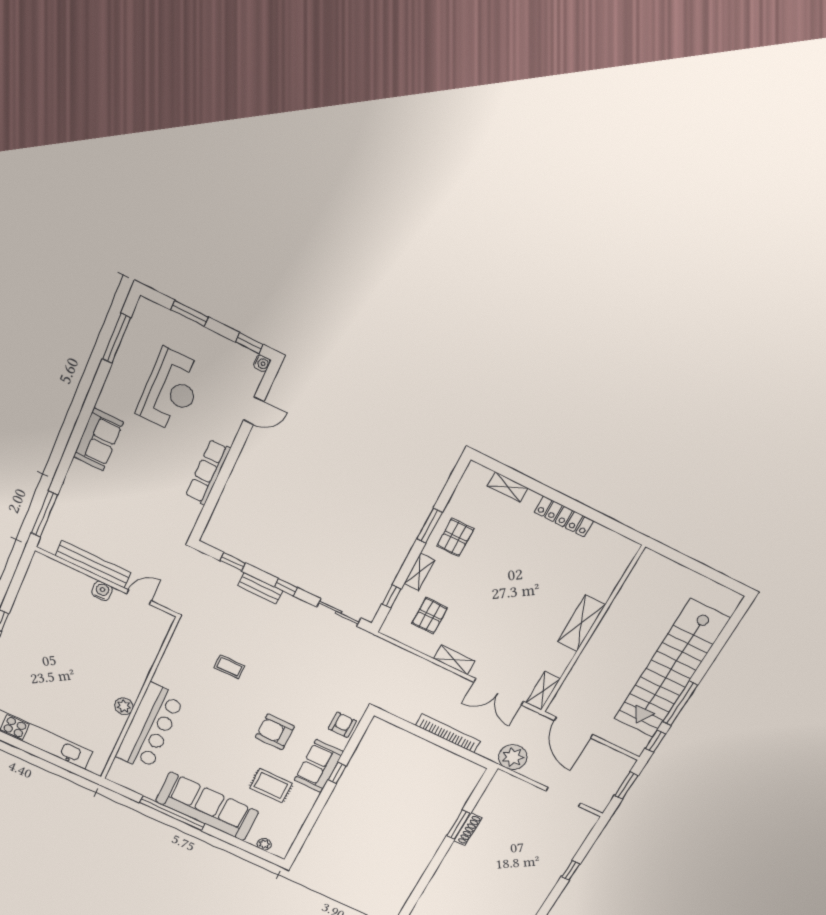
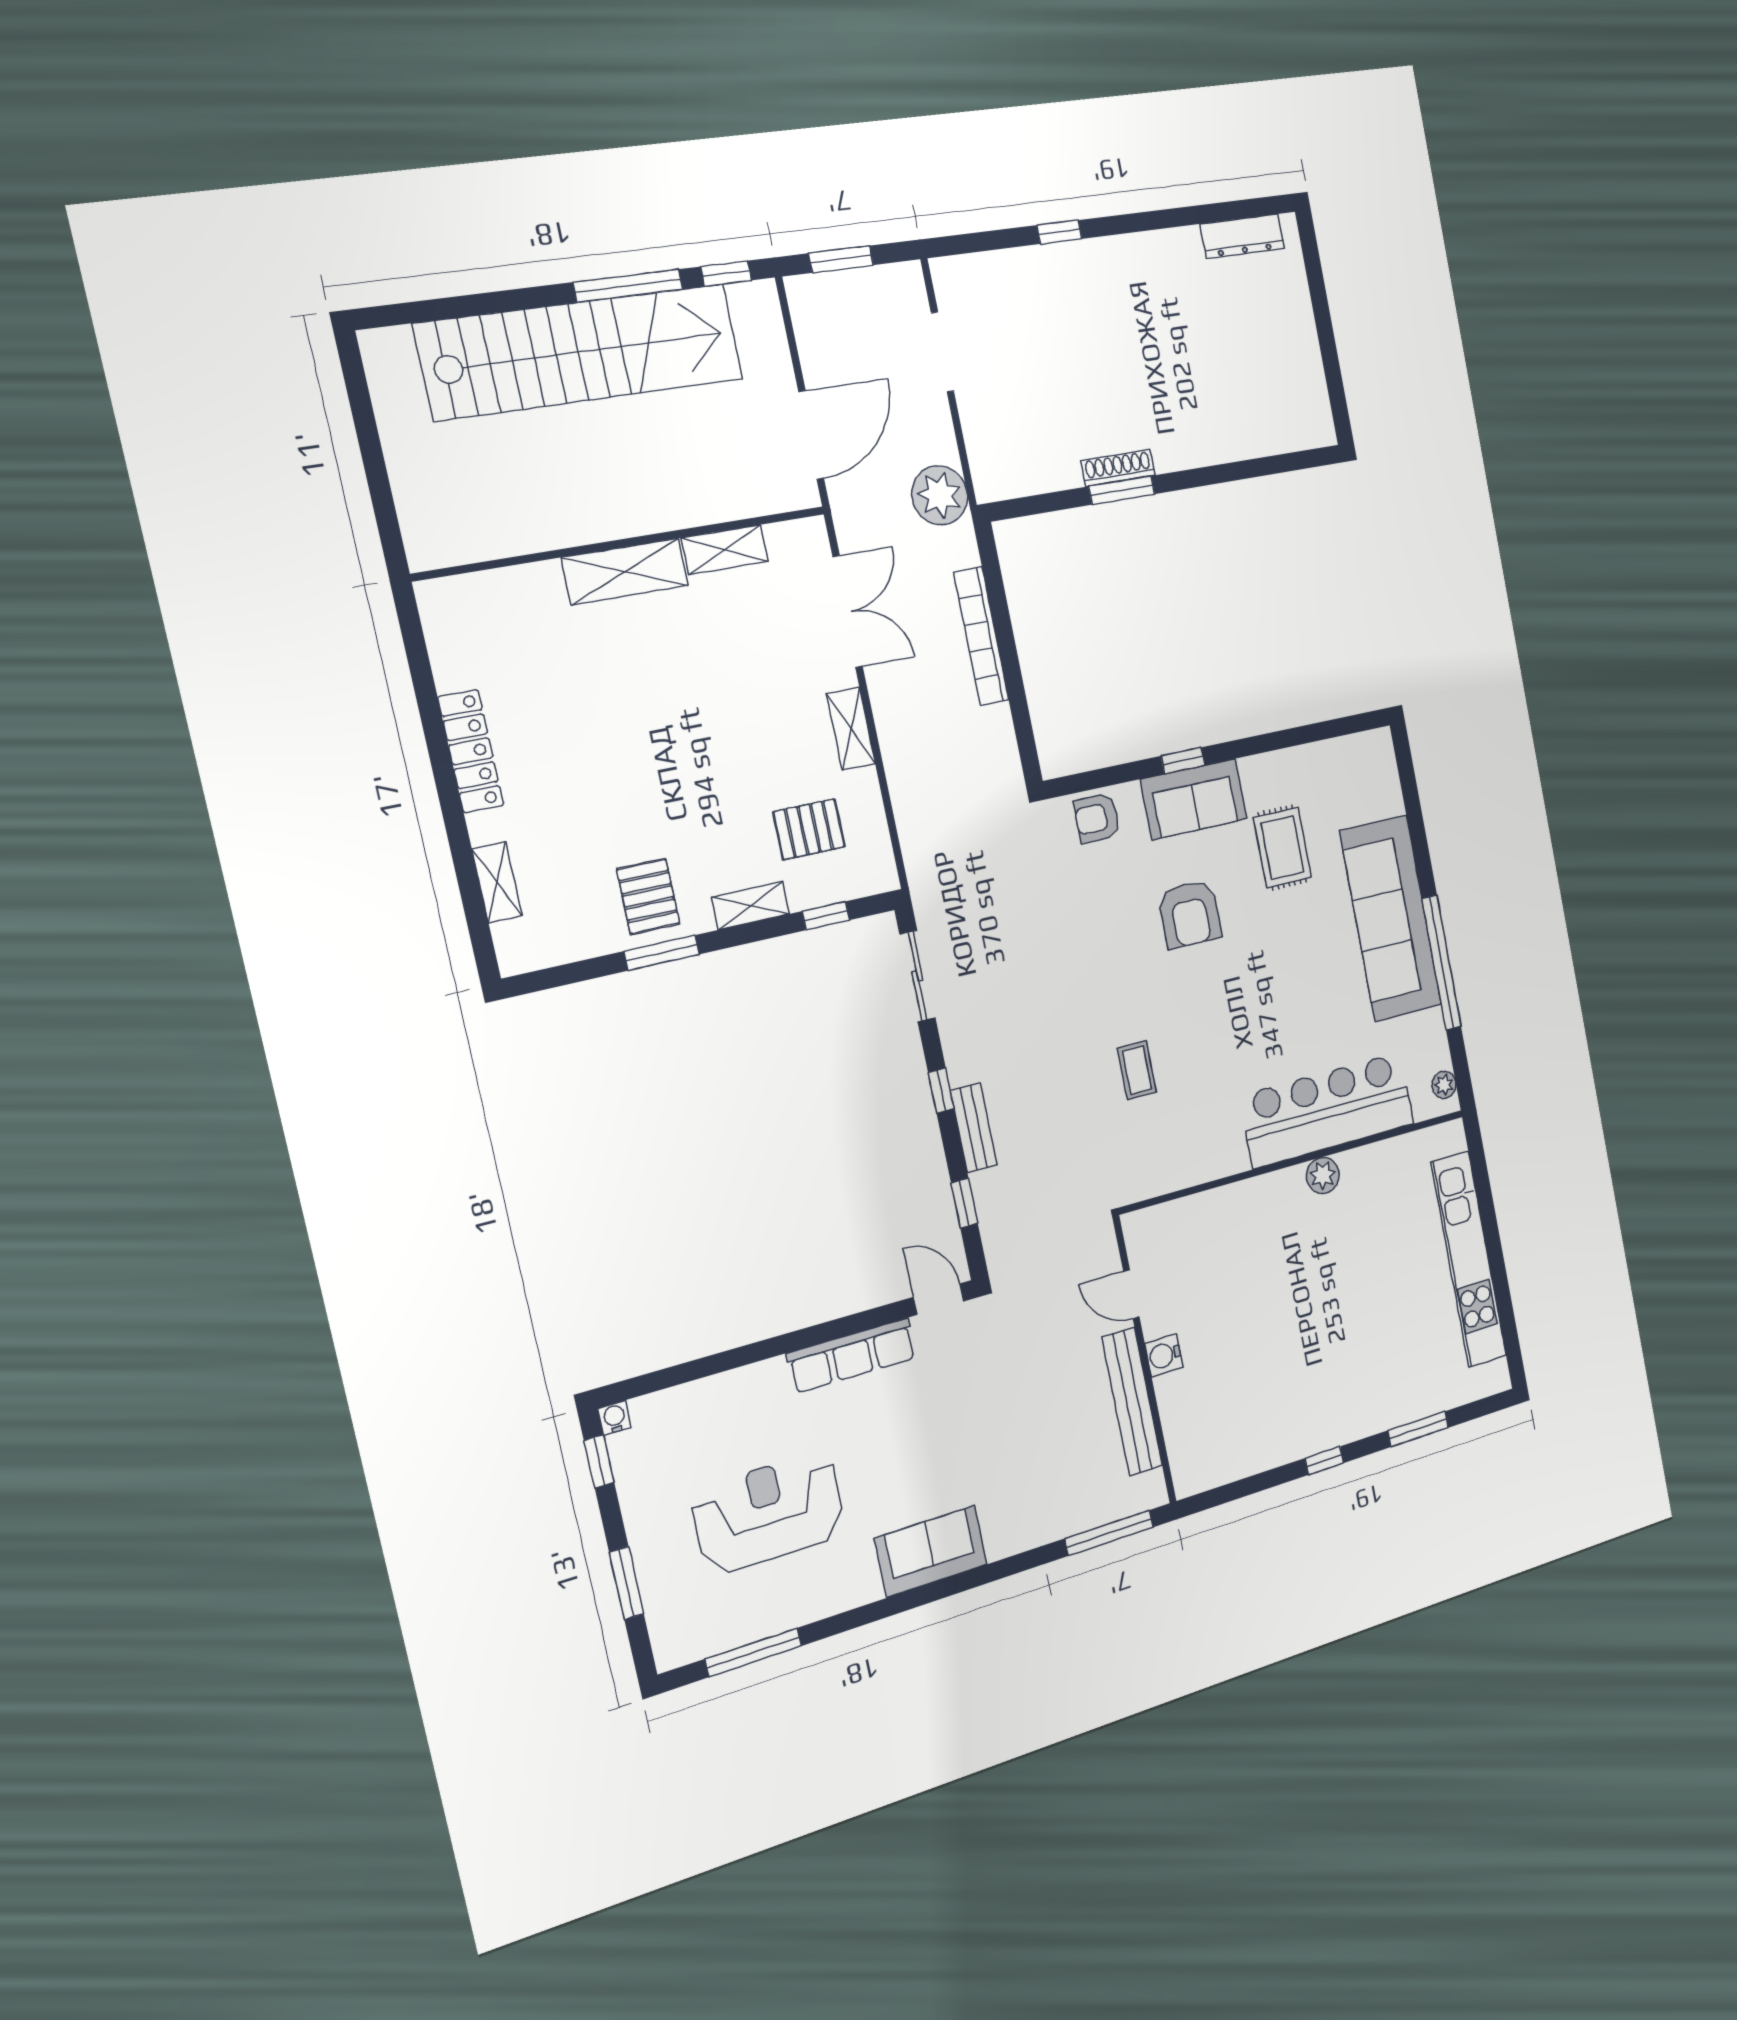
door: (254, 411) -> (939, 1299), moved
pallet: (455, 537) -> (648, 896), turned 90
shelving: (543, 691) -> (725, 550), moved
plant: (264, 844) -> (1444, 1085), moved

